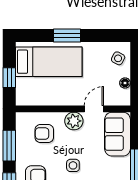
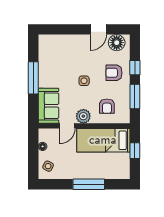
window: (67, 36) -> (89, 184), width x1.44
bed: (49, 62) -> (103, 140), moved
armchair: (44, 134) -> (107, 106), turned 90

